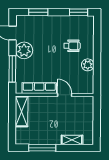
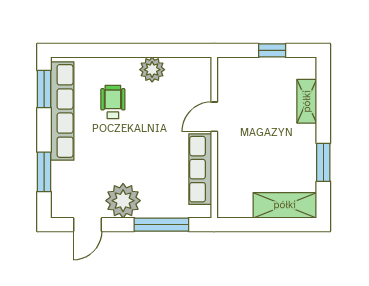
row of seats: (68, 21) -> (62, 111), added
shelving: (22, 111) -> (285, 205), moved
window: (97, 123) -> (272, 50), added
window: (42, 148) -> (323, 162), width x0.69

